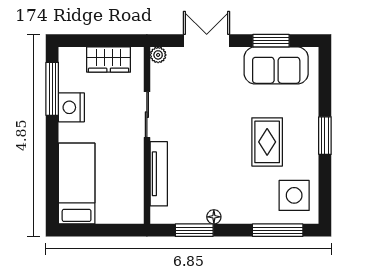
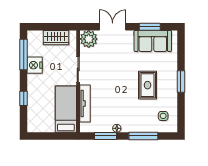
plant: (158, 55) -> (89, 39), width x1.87, depth x1.87
window: (52, 165) -> (24, 98), added
bed: (77, 183) -> (66, 109), moved
side table: (294, 195) -> (163, 116), width x0.54, depth x0.54
window: (278, 230) -> (143, 136), moved

